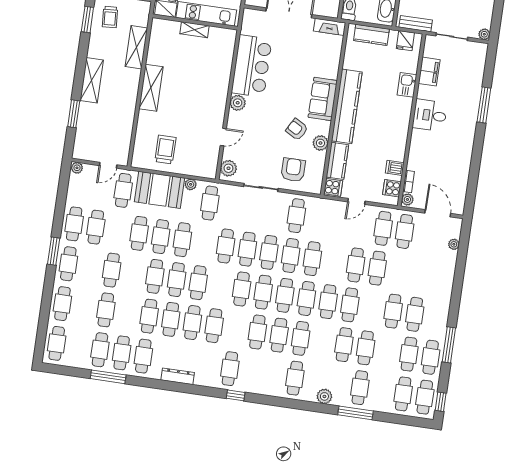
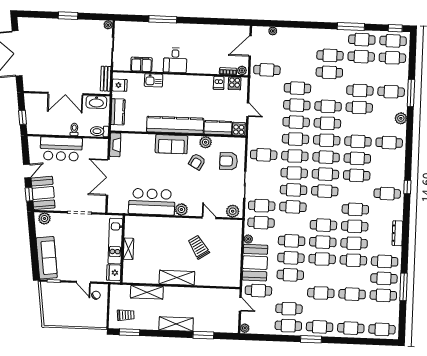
trolley: (165, 150) -> (199, 247), moved, turned 57
cafe table: (231, 206) -> (262, 206), added
cafe table: (383, 228) -> (296, 122), moved

